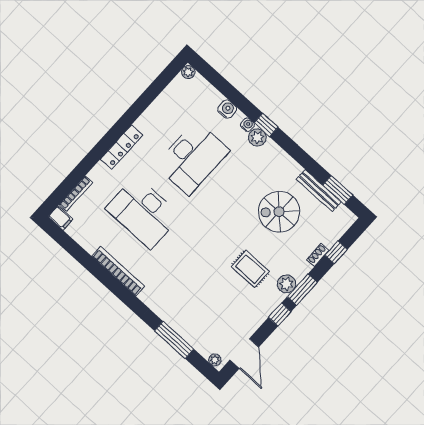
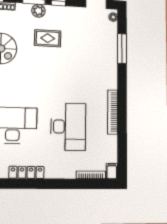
locker: (122, 147) -> (26, 172), moved
rug: (250, 269) -> (48, 38), turned 90

